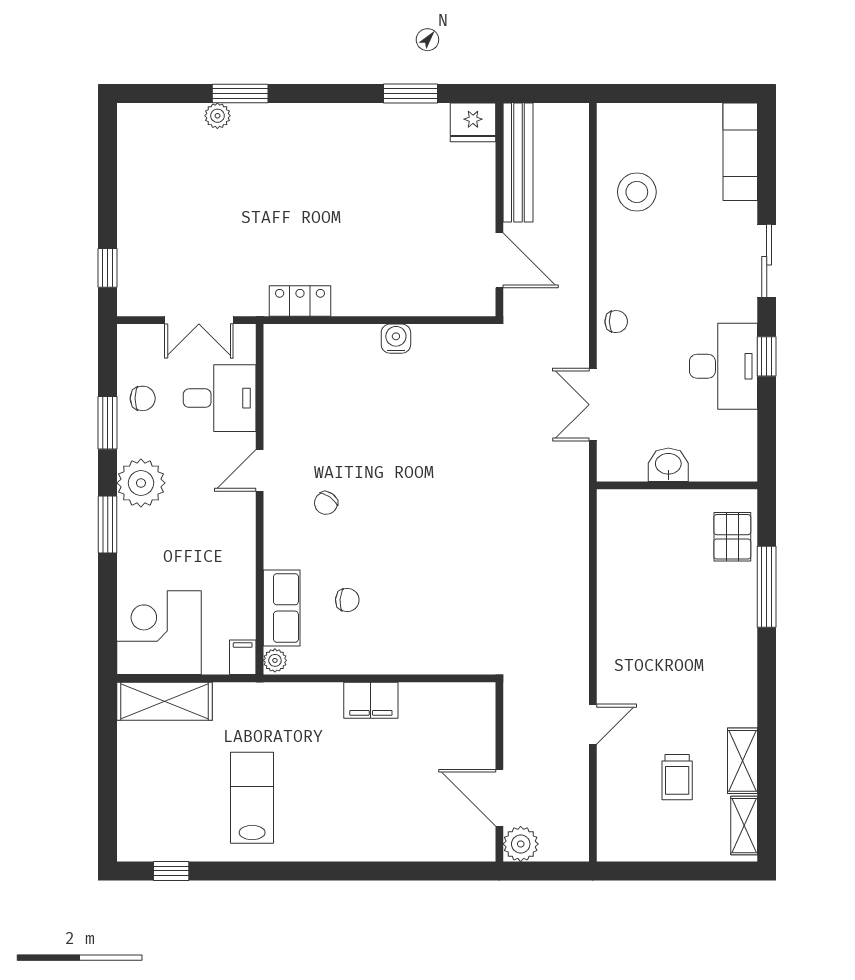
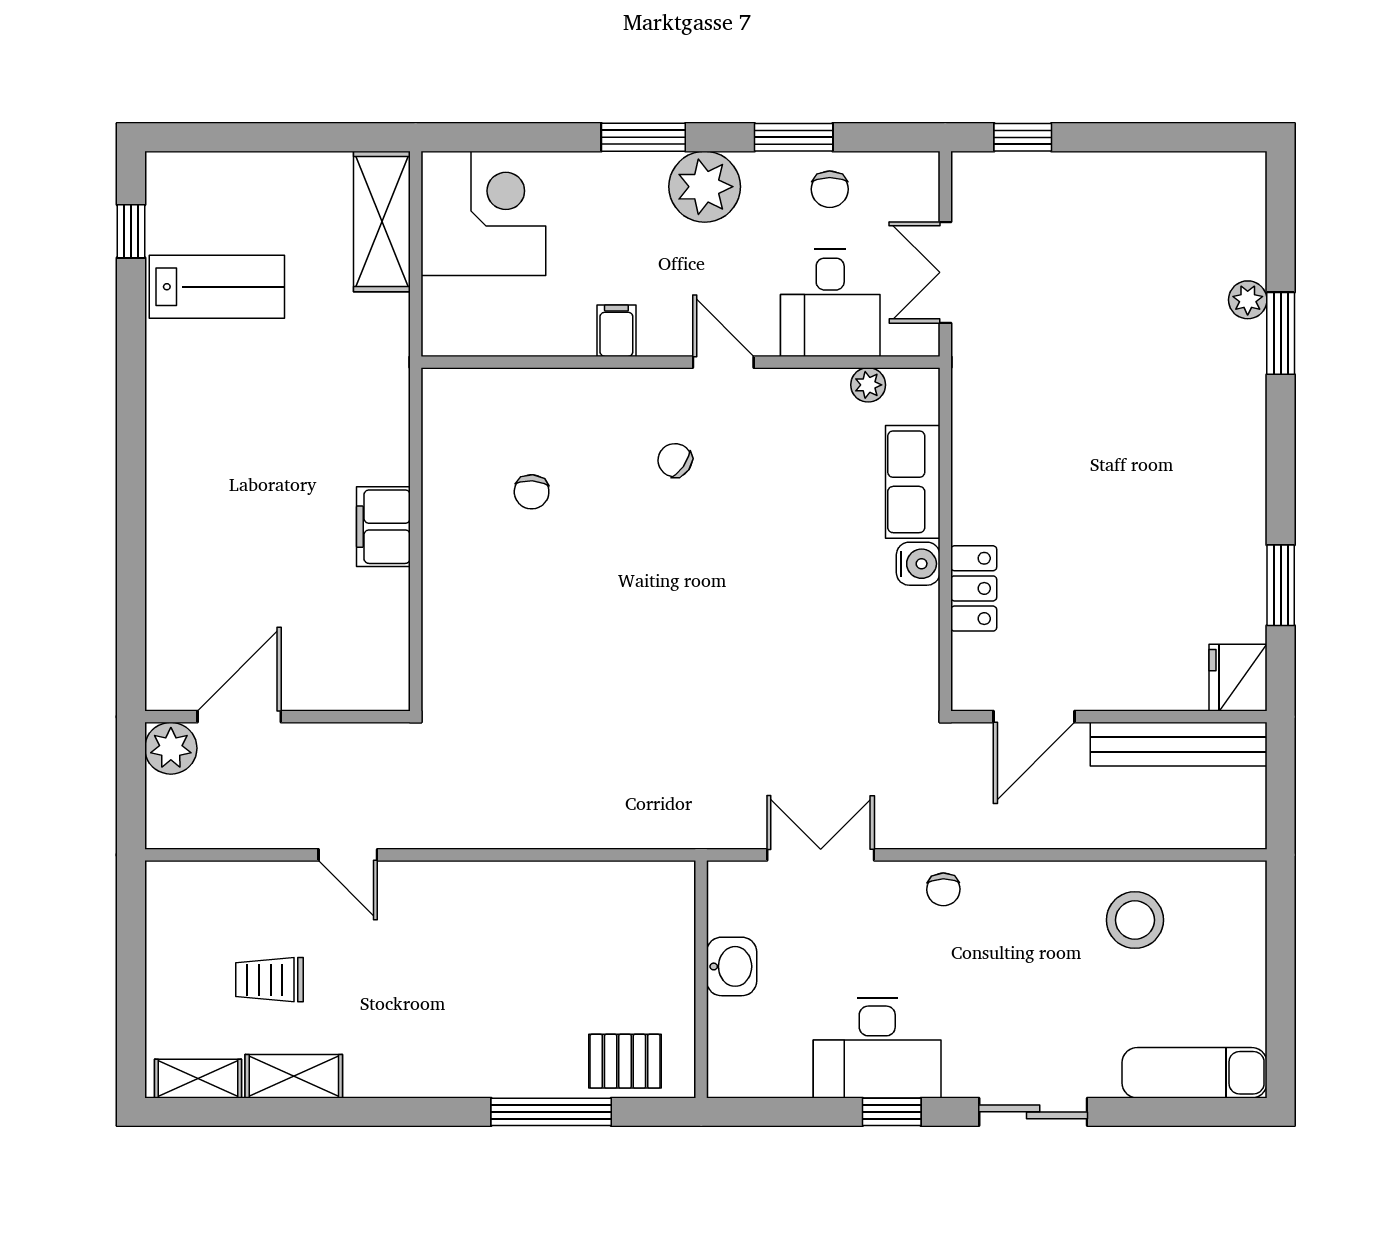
locker: (300, 301) -> (974, 588), moved
row of seats: (282, 608) -> (913, 482), moved, turned 90
filing cabinet: (243, 657) -> (616, 331), moved, turned -90
plant: (275, 660) -> (868, 385), moved
lab bench: (252, 798) -> (217, 287), moved

